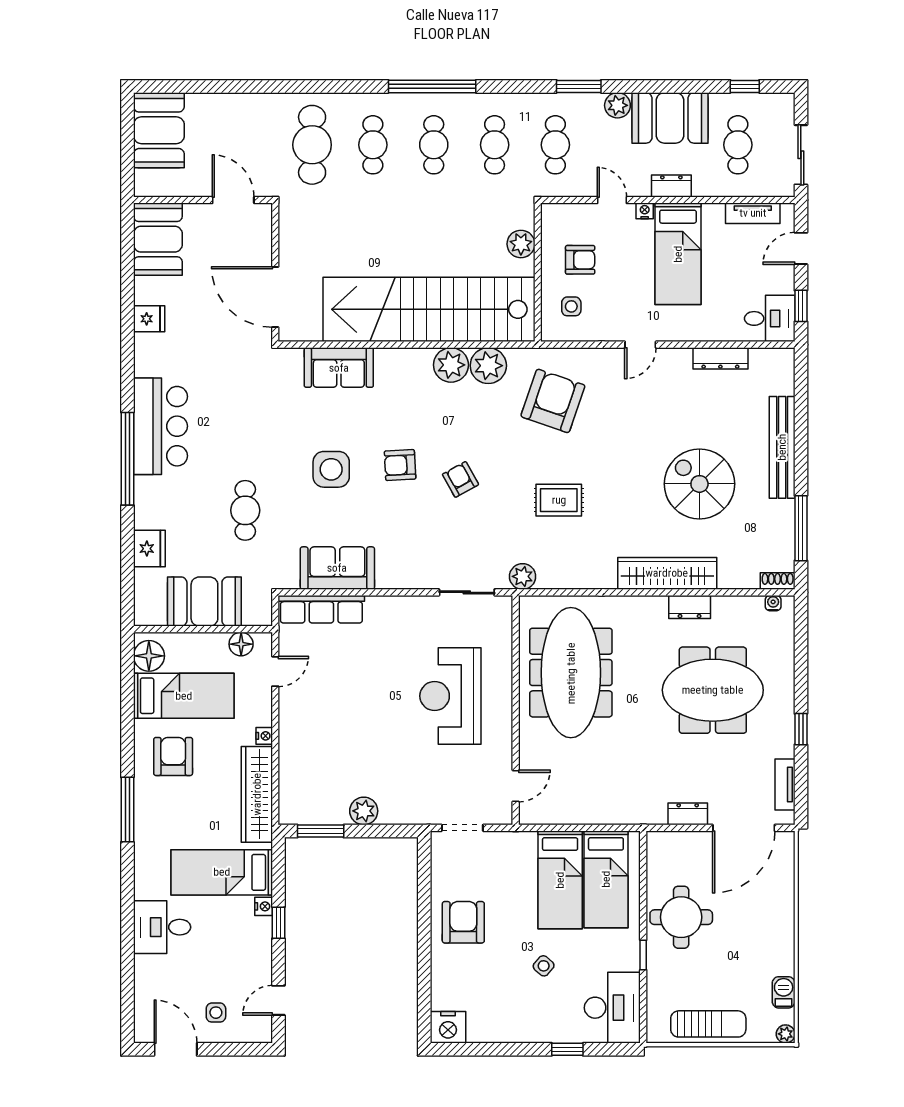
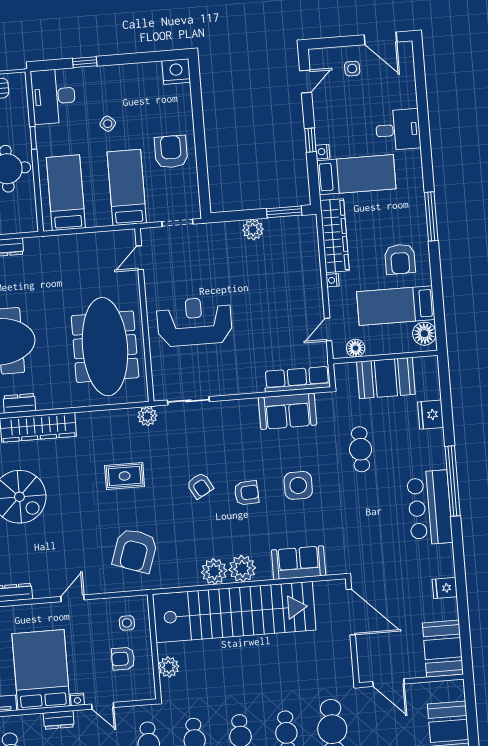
bed: (678, 254) -> (41, 670), width x1.50
plant: (488, 366) -> (242, 569), moved
reception desk: (450, 696) -> (194, 322), turned -90
bed: (560, 880) -> (127, 188), moved
armchair: (463, 922) -> (171, 152), turned 180

